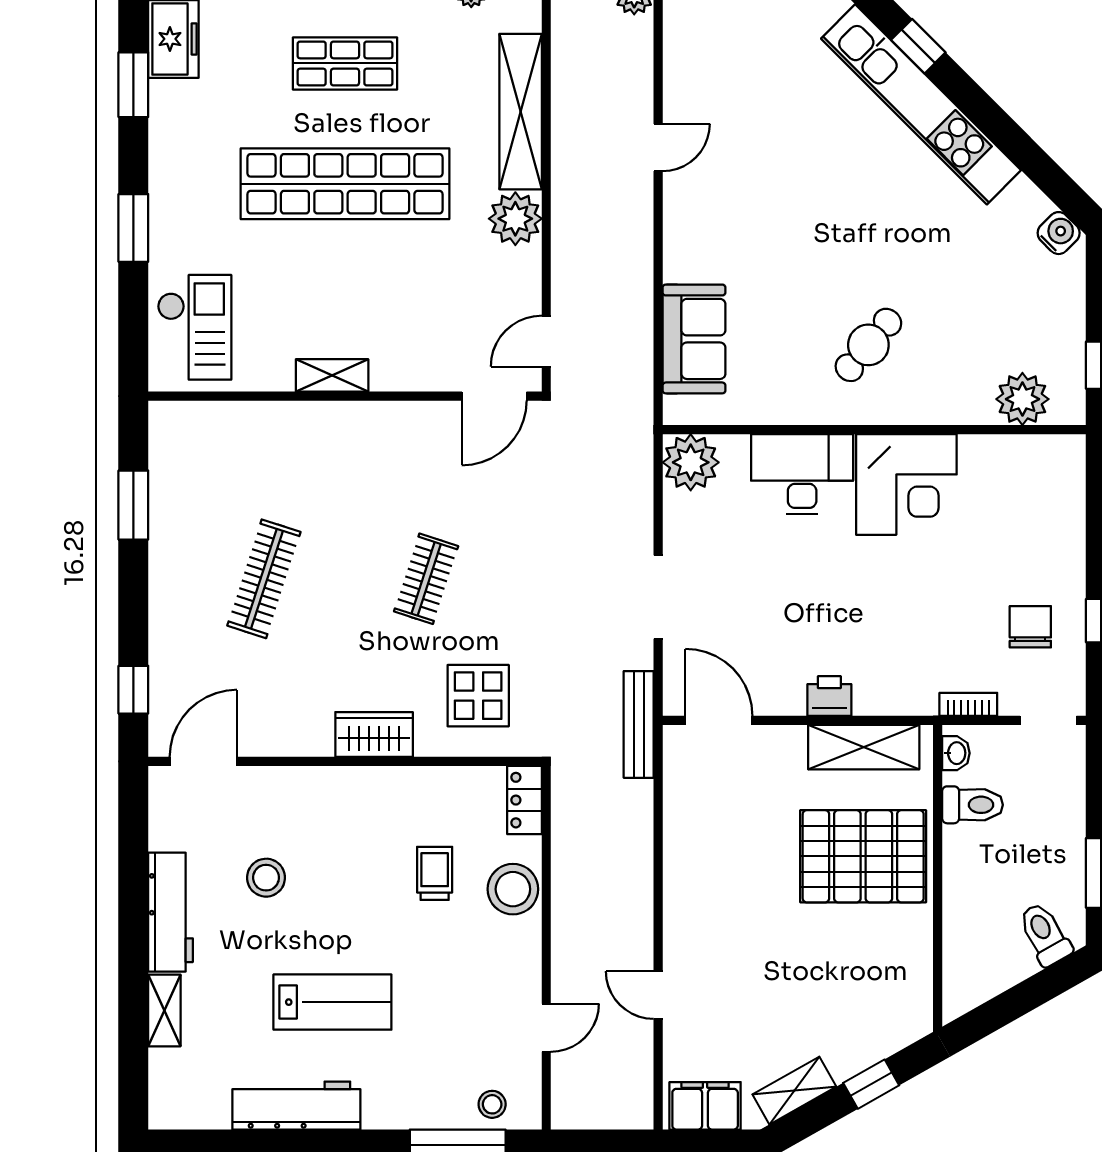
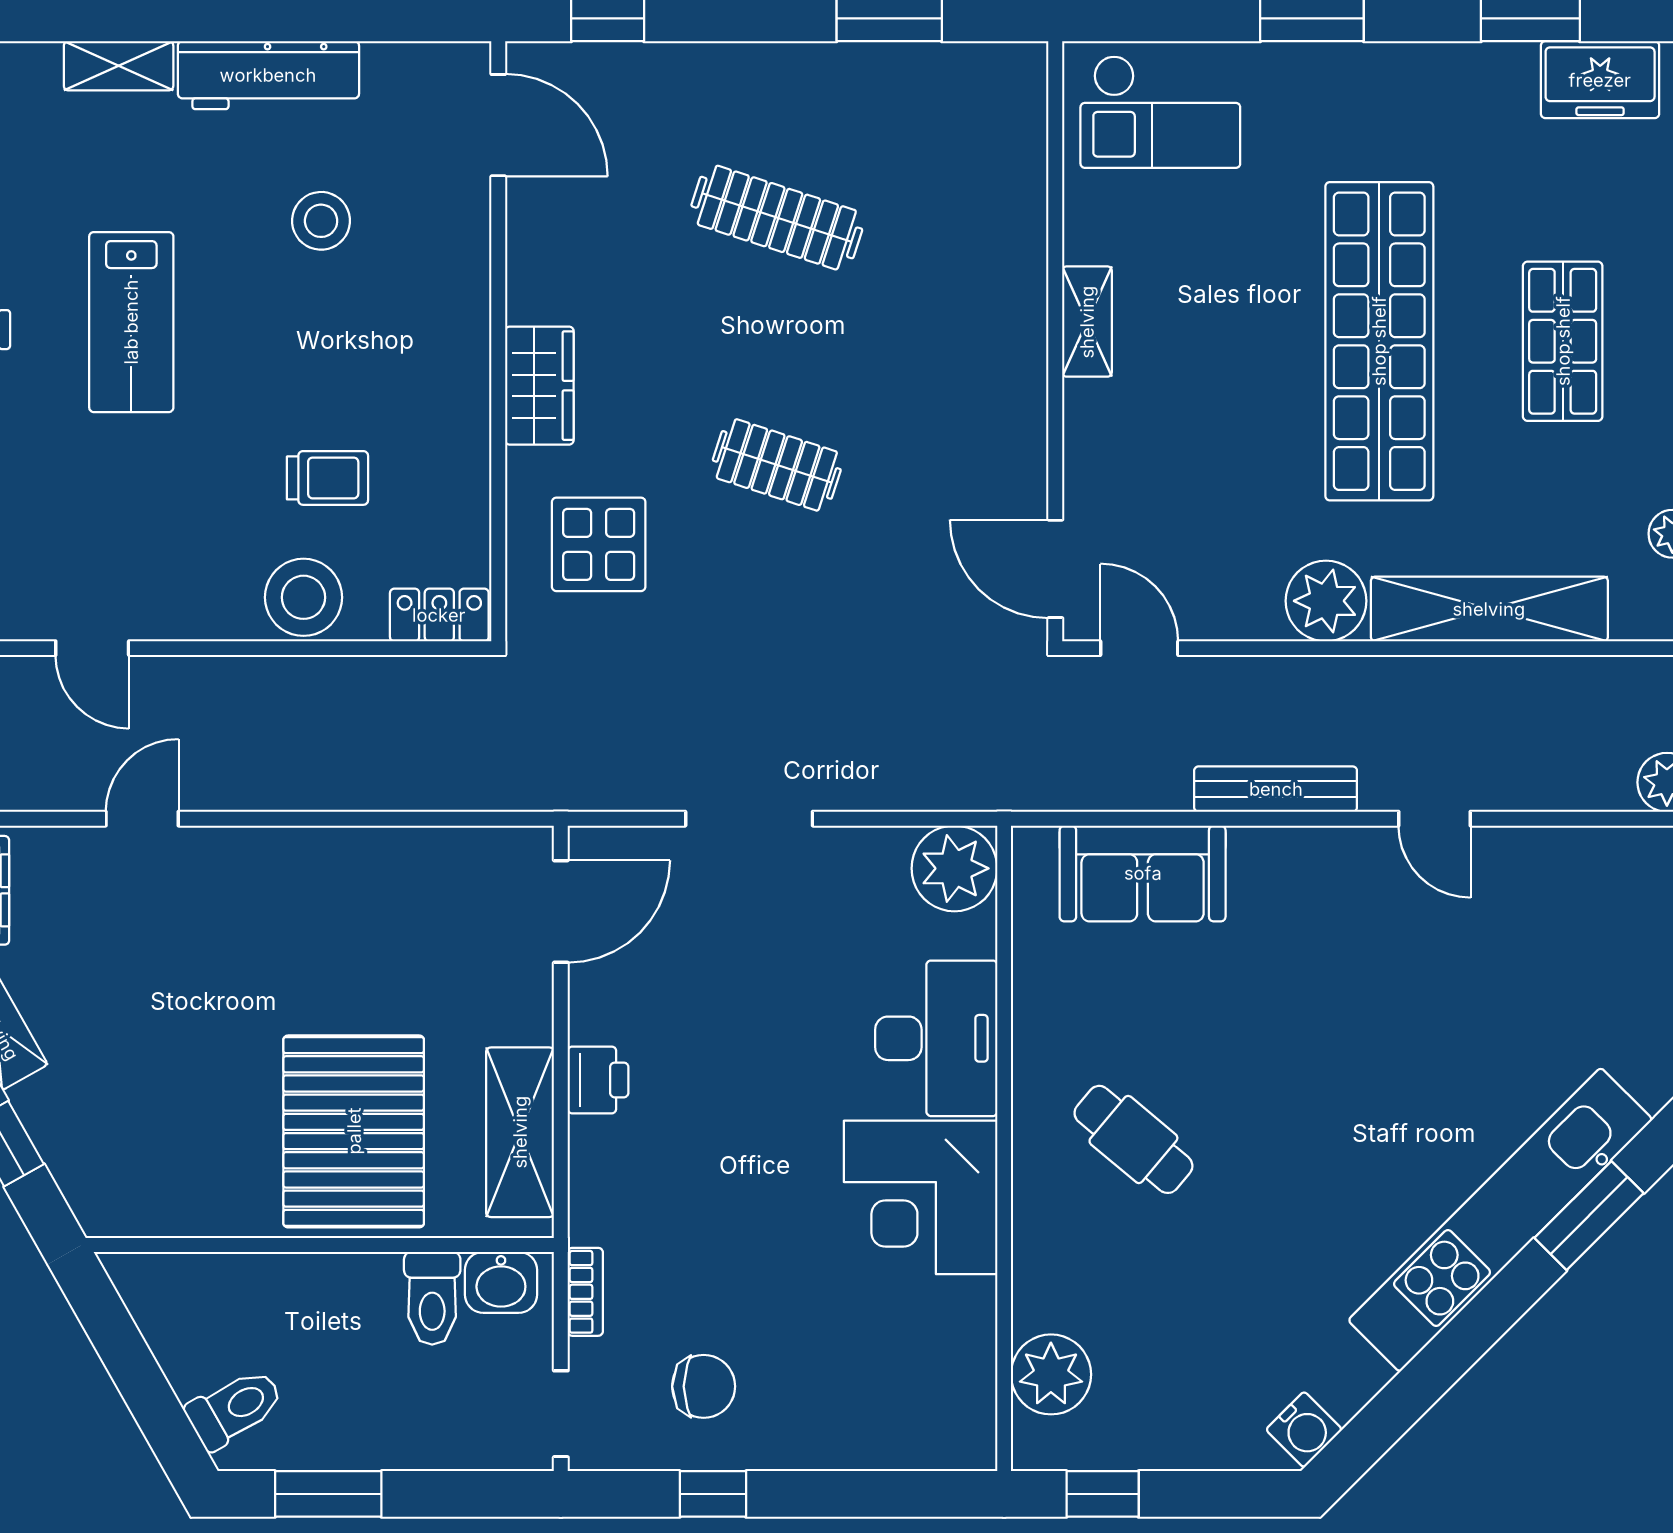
window: (918, 46) -> (1589, 1216), width x1.50
bench: (639, 724) -> (1276, 789), moved
washbasin: (956, 753) -> (501, 1282), width x1.38, depth x1.45

